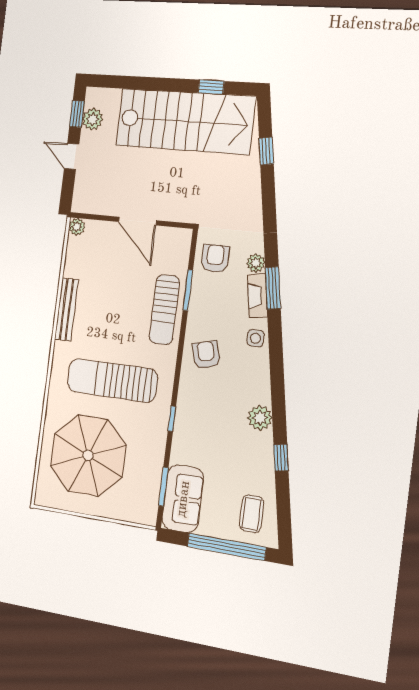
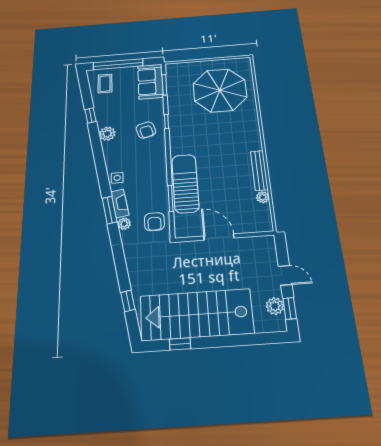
plant: (77, 227) -> (263, 197), moved
sun lounger: (164, 310) -> (185, 183), width x1.36, depth x1.34
armchair: (206, 355) -> (146, 130), moved
sun lounger: (112, 380) -> (213, 135), removed

